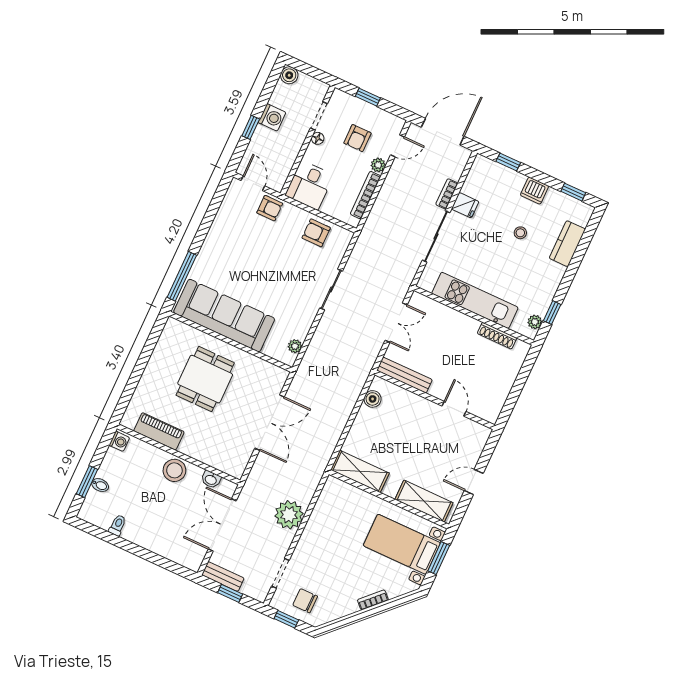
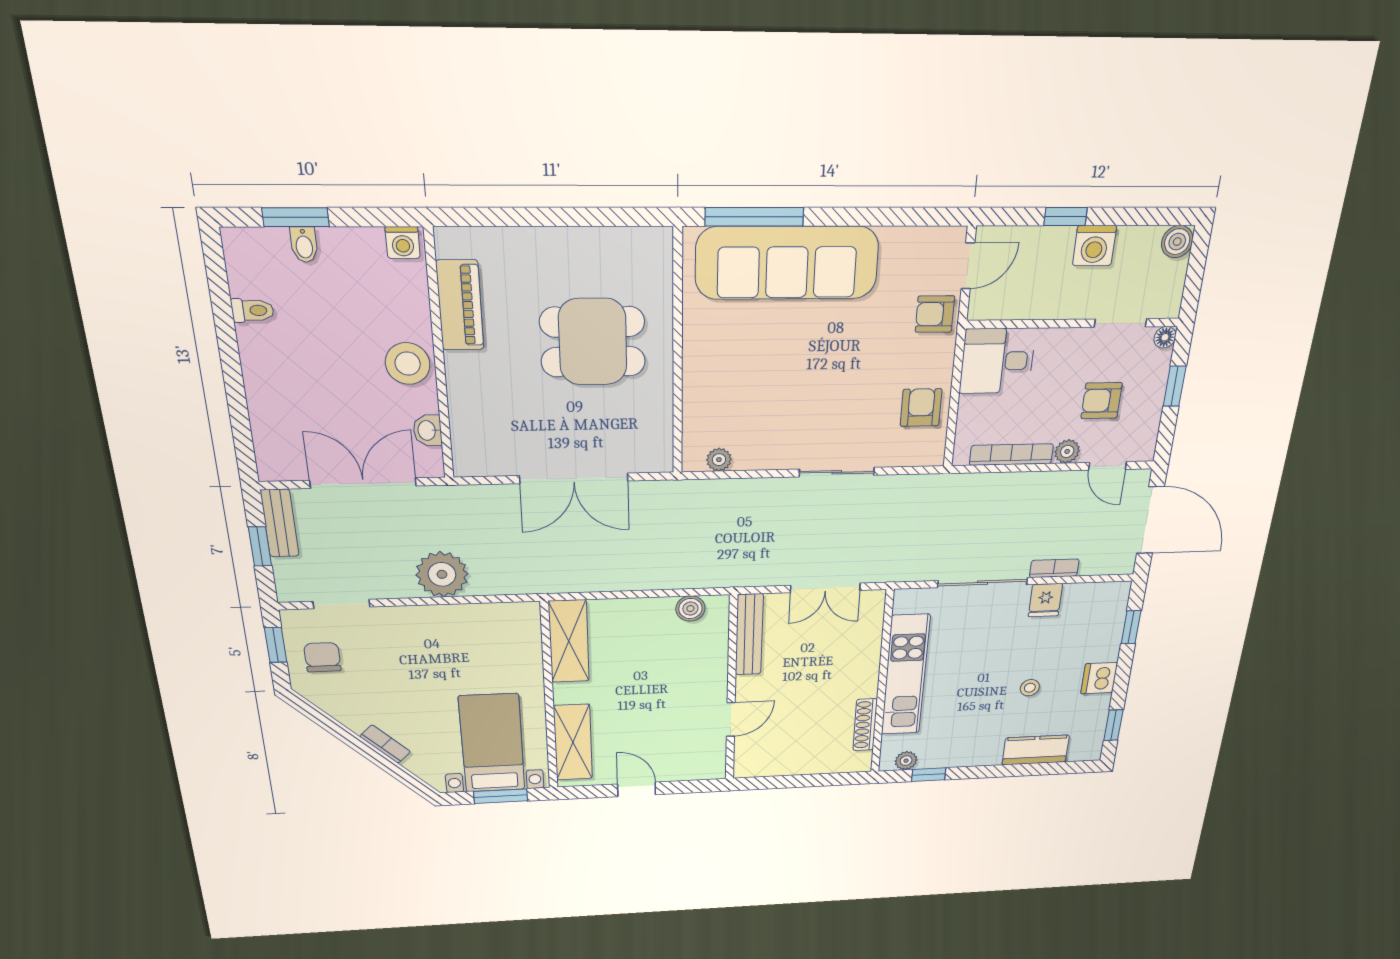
floor lamp: (318, 138) -> (1165, 337), moved
armchair: (270, 208) -> (935, 314), turned 90
sofa: (224, 316) -> (787, 263), moved, turned 90

